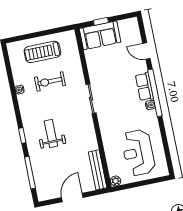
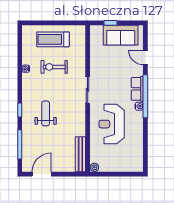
sofa: (100, 35) -> (121, 35), moved
reception desk: (138, 153) -> (112, 124), moved
door: (72, 198) -> (42, 174), moved

